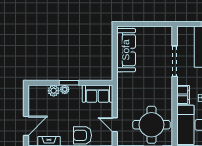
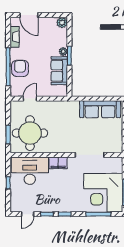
plant: (54, 91) -> (62, 23), moved
sofa: (98, 94) -> (59, 71), moved

